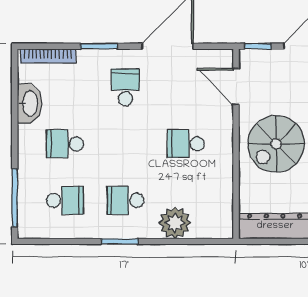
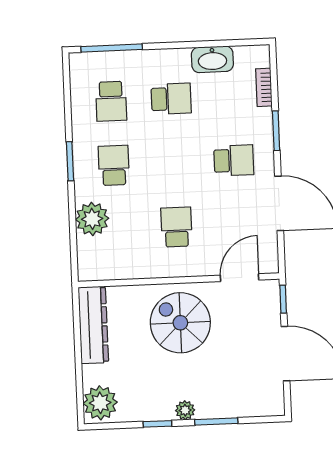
bookcase: (48, 56) -> (264, 87), width x0.64
school desk: (65, 144) -> (171, 99), turned 90

